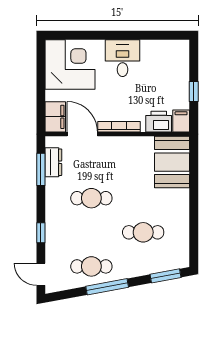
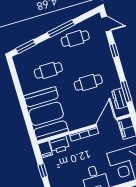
door: (82, 134) -> (106, 122), swing flipped
booth: (172, 162) -> (46, 114), width x1.36, depth x1.42

